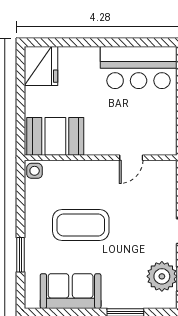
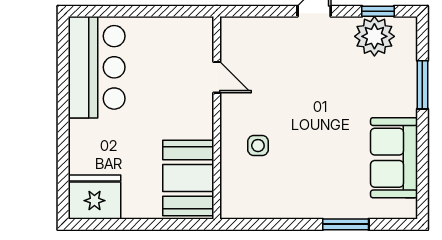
side table: (35, 171) -> (258, 146), moved
coffee table: (81, 225) -> (306, 144), removed

